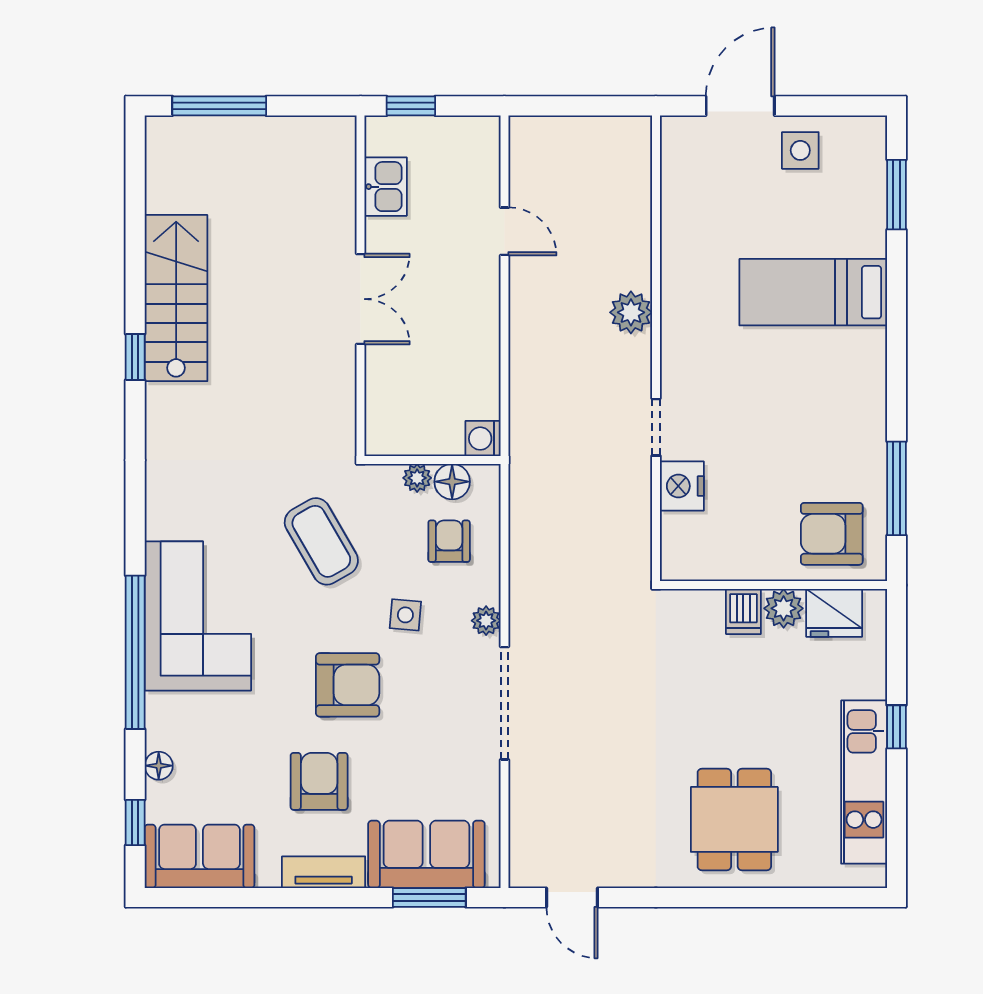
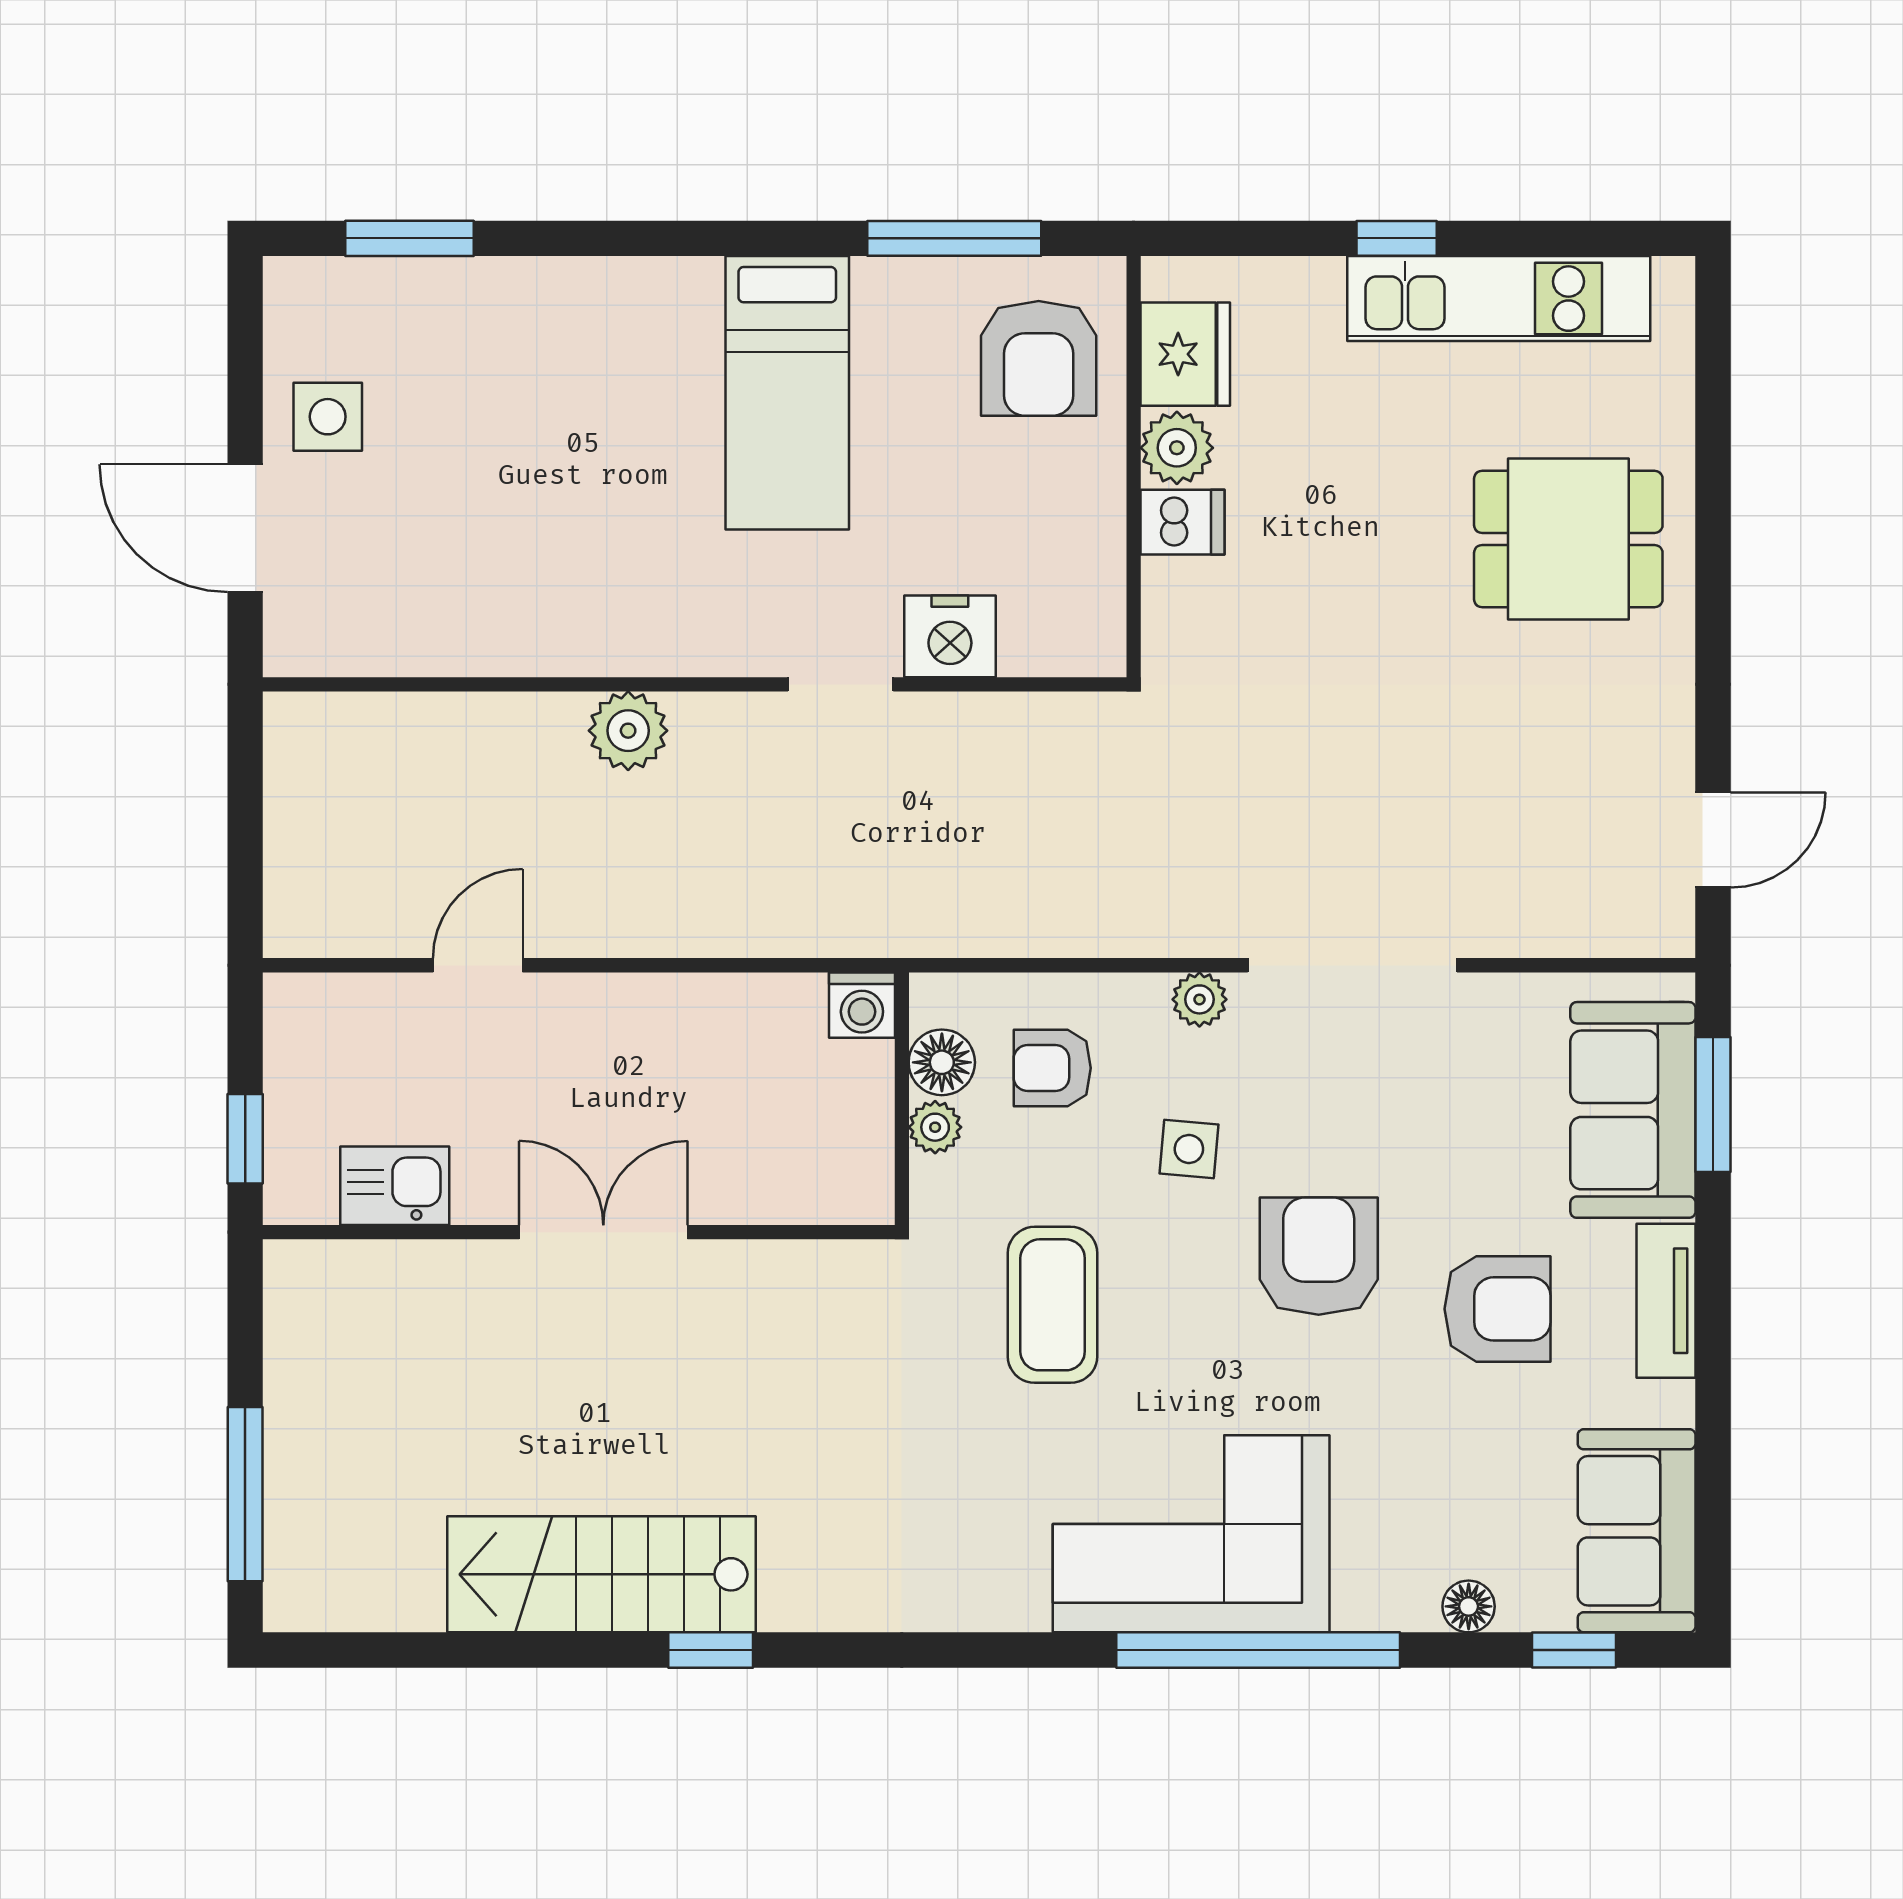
bed: (813, 292) -> (787, 393), moved
coffee table: (321, 541) -> (1053, 1305), turned -60
armchair: (319, 781) -> (1498, 1309), turned 180

